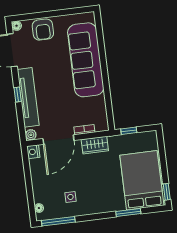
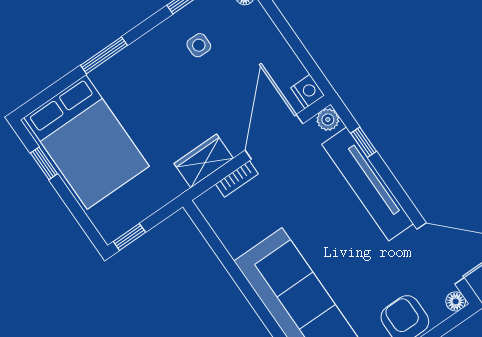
window: (18, 94) -> (364, 142), moved
window: (129, 131) -> (129, 237), moved
window: (167, 192) -> (44, 163), moved
window: (128, 213) -> (104, 55), moved

